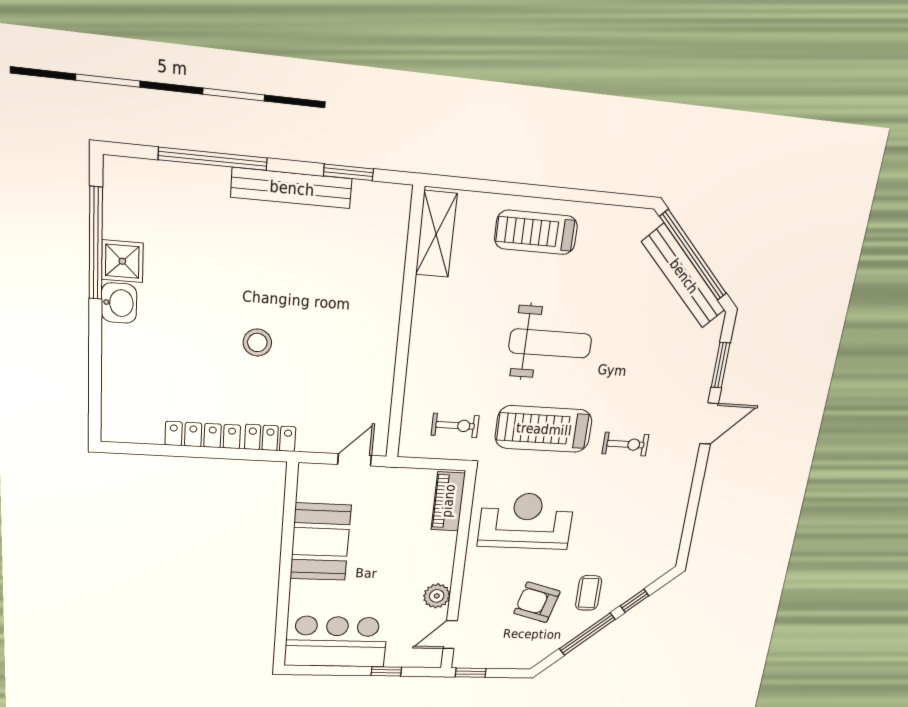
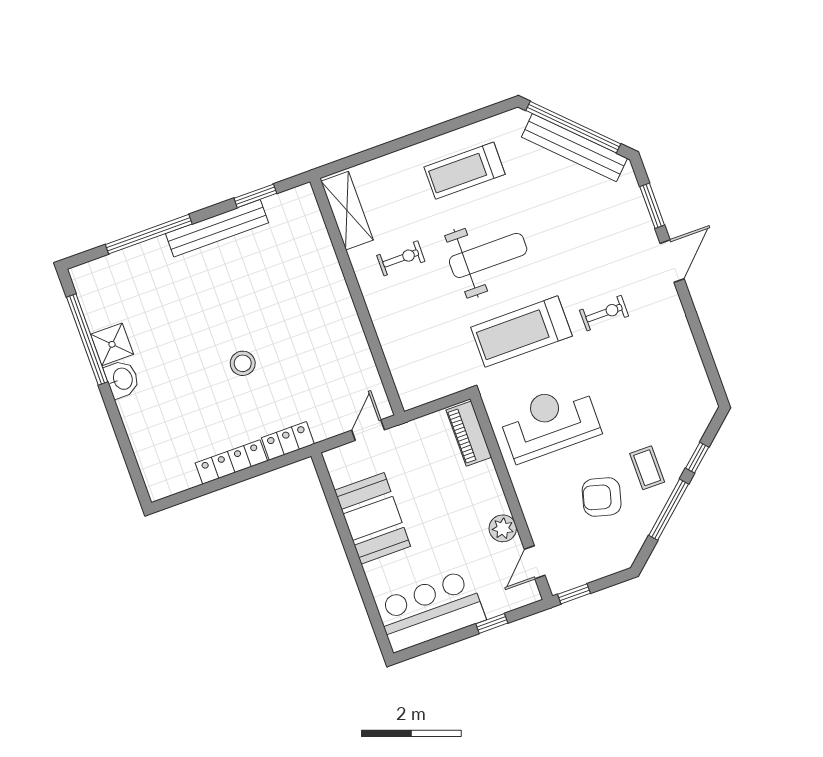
treadmill: (536, 232) -> (465, 171), moved
exercise bike: (455, 425) -> (401, 258), moved

